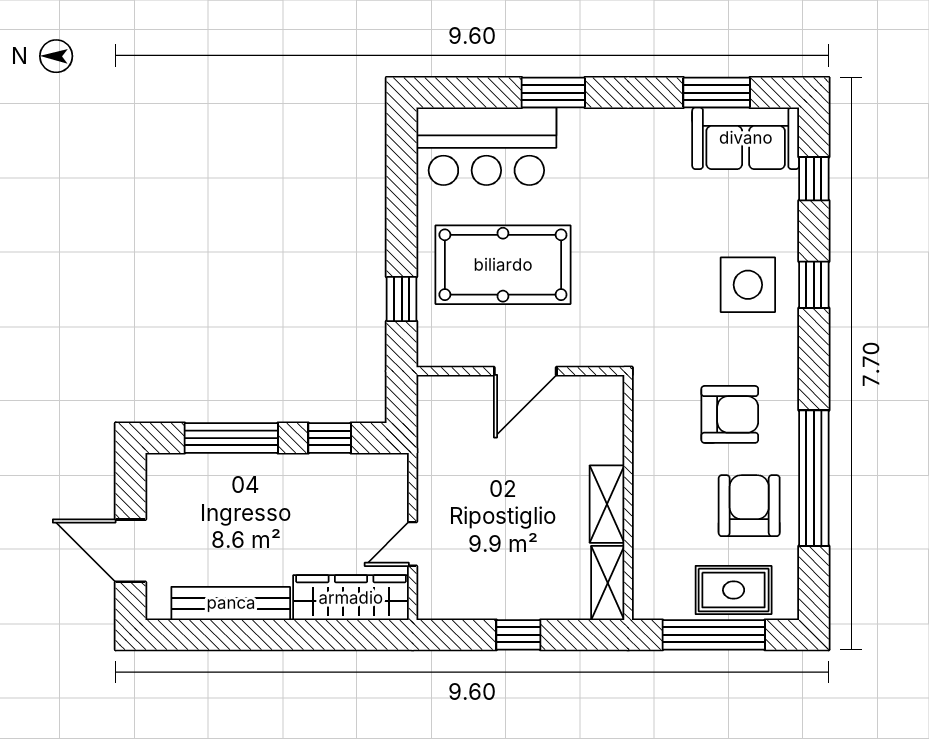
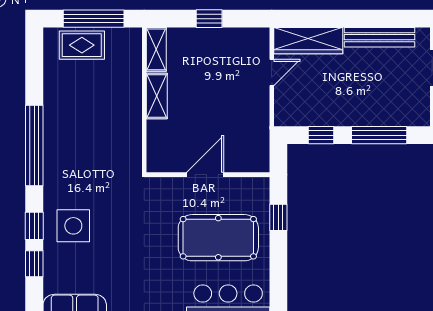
window: (814, 179) -> (34, 264), moved
armchair: (730, 414) -> (84, 149), removed
window: (814, 478) -> (34, 146), moved
armchair: (749, 506) -> (73, 95), removed

